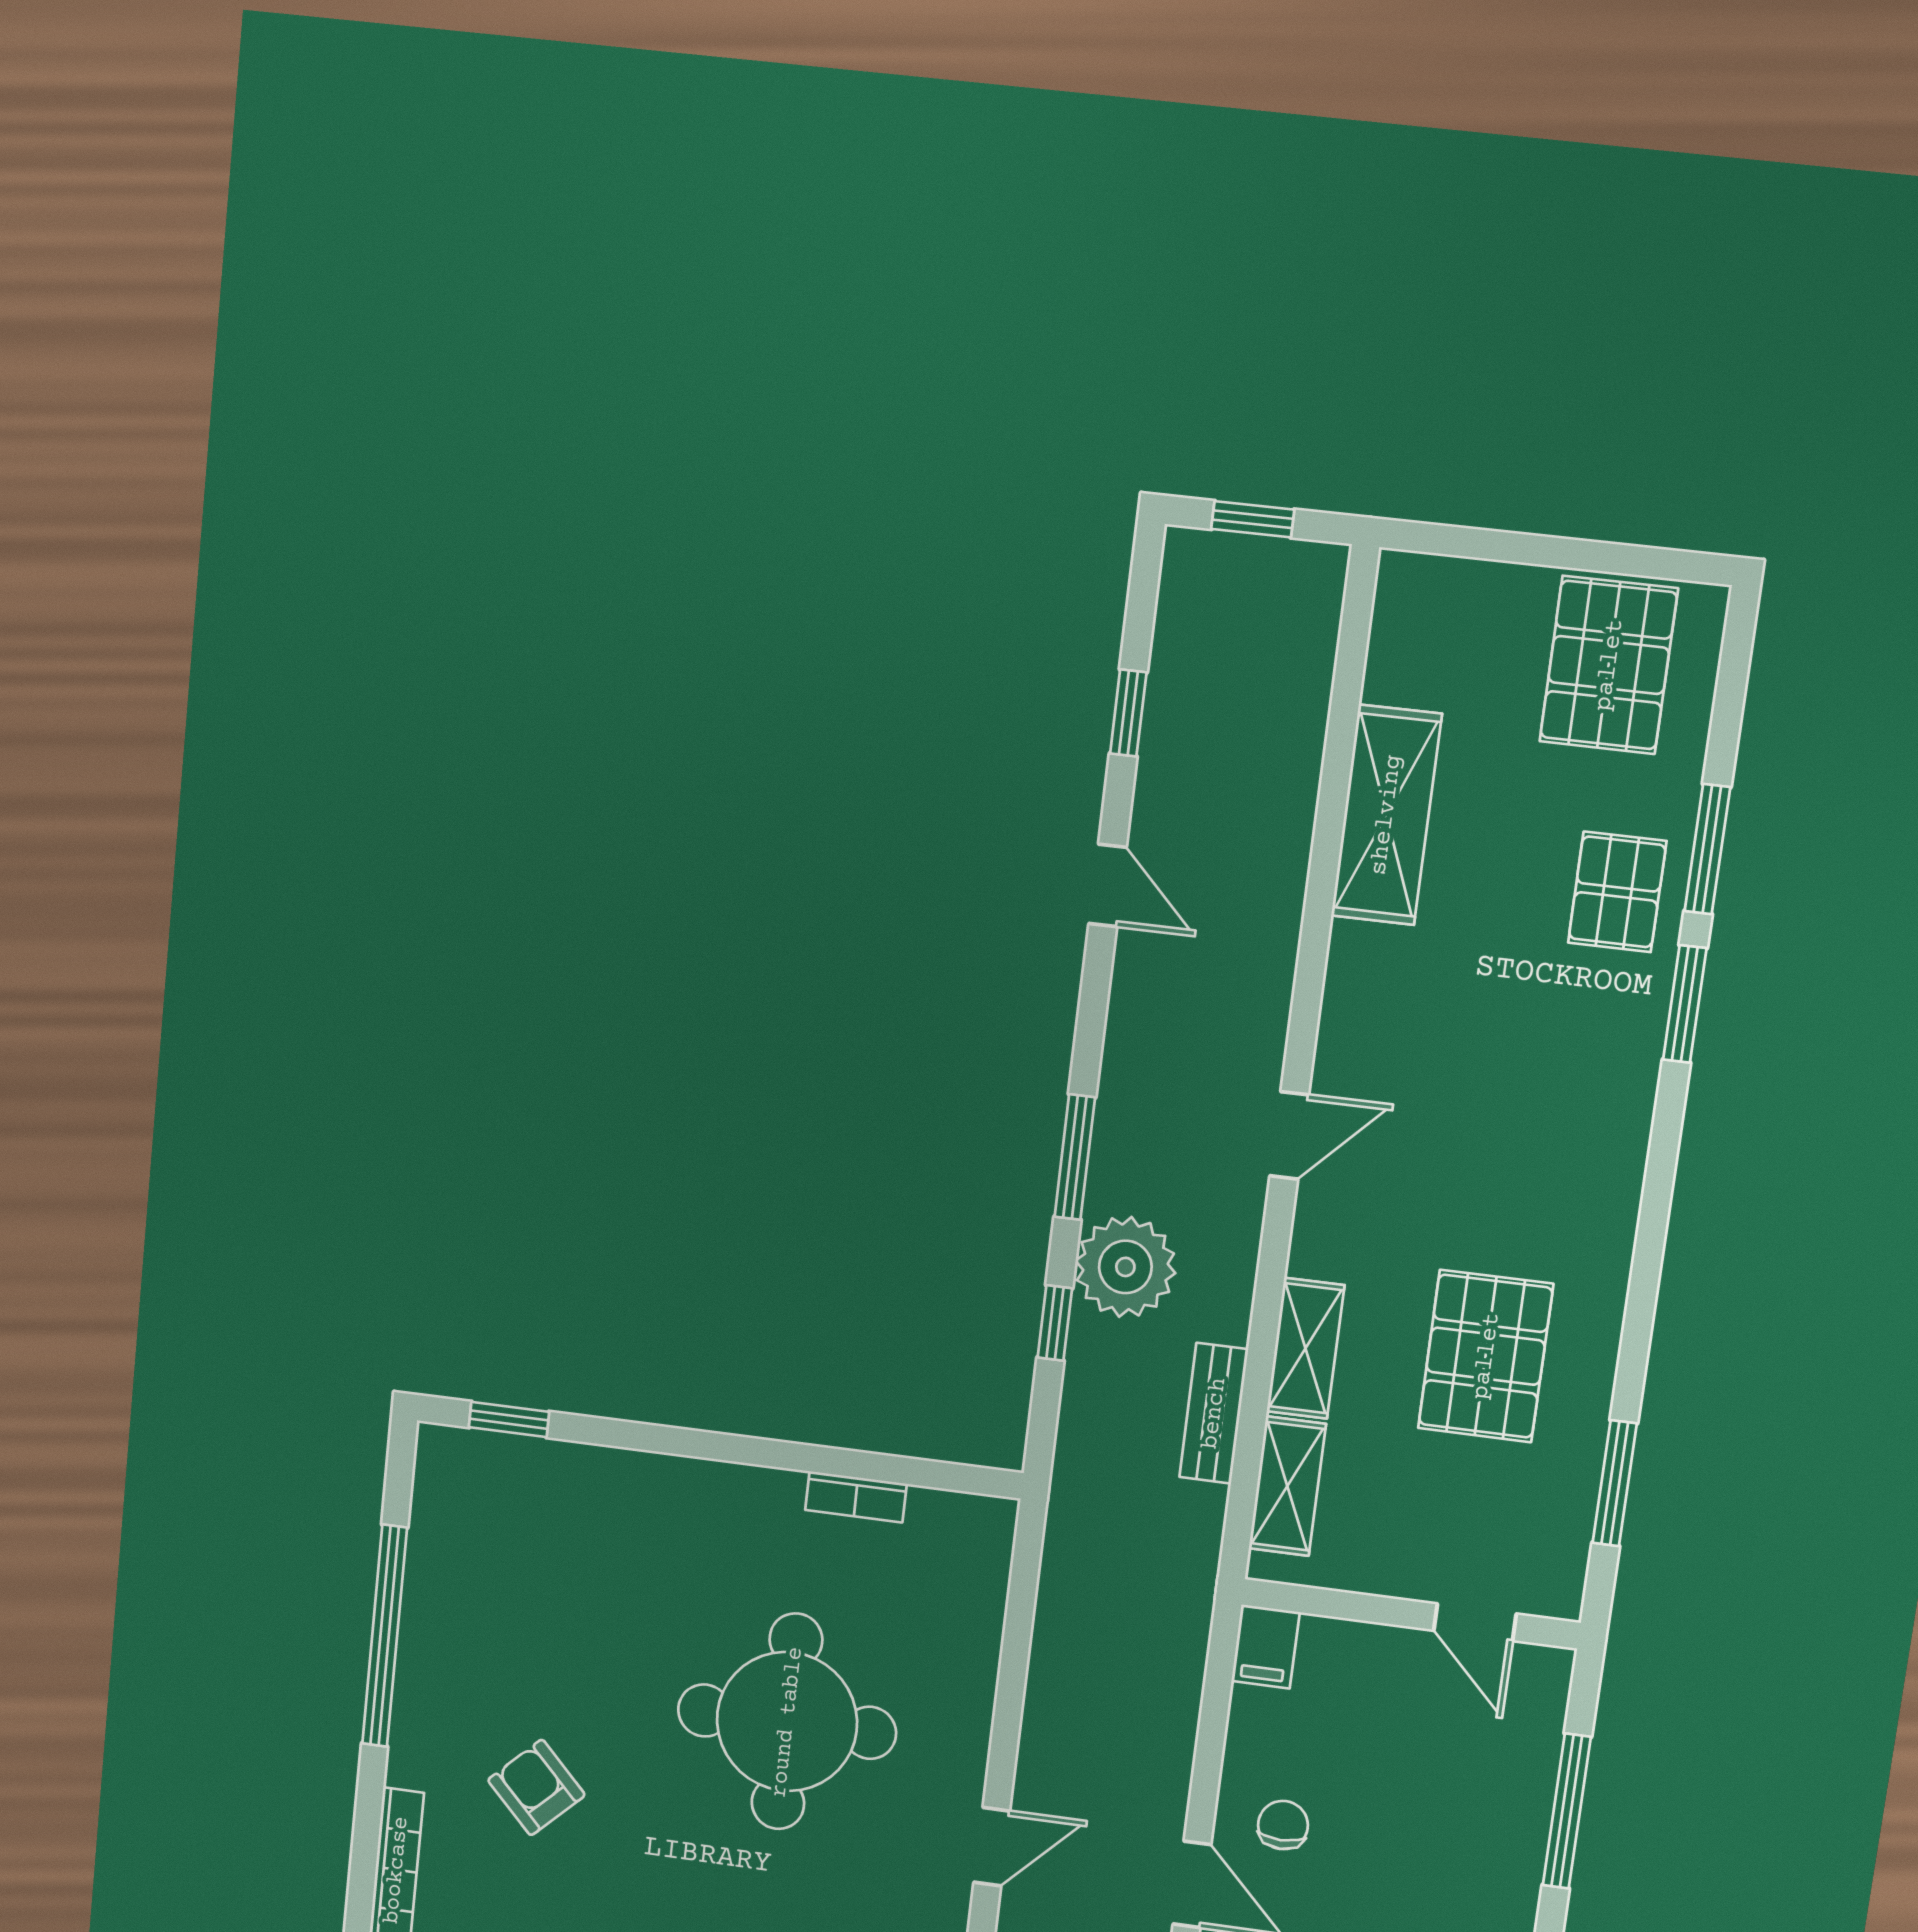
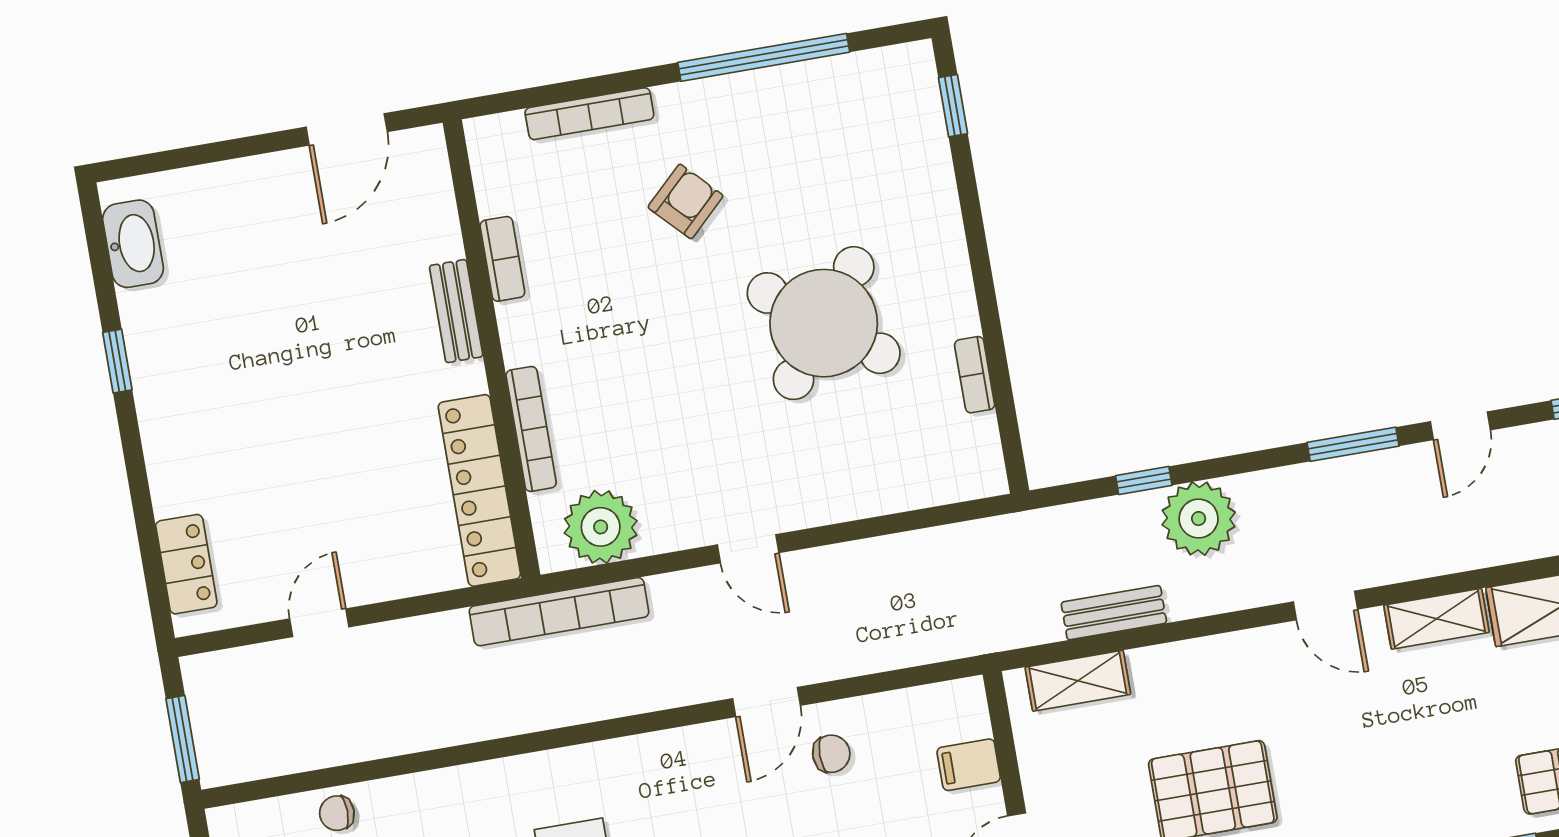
window: (1075, 1157) -> (1353, 444), moved
shelving: (1305, 1348) -> (1436, 619), moved
filing cabinet: (1266, 1647) -> (969, 765), moved
round table: (787, 1722) -> (824, 323), moved, turned 38

